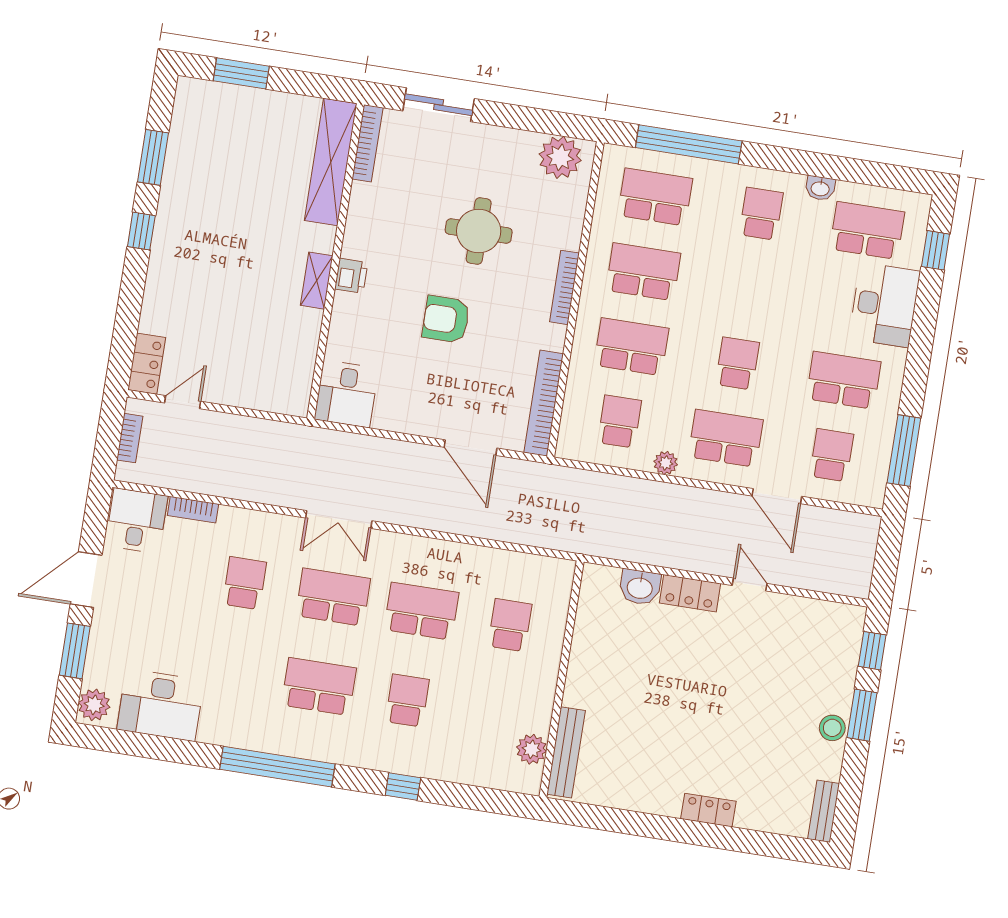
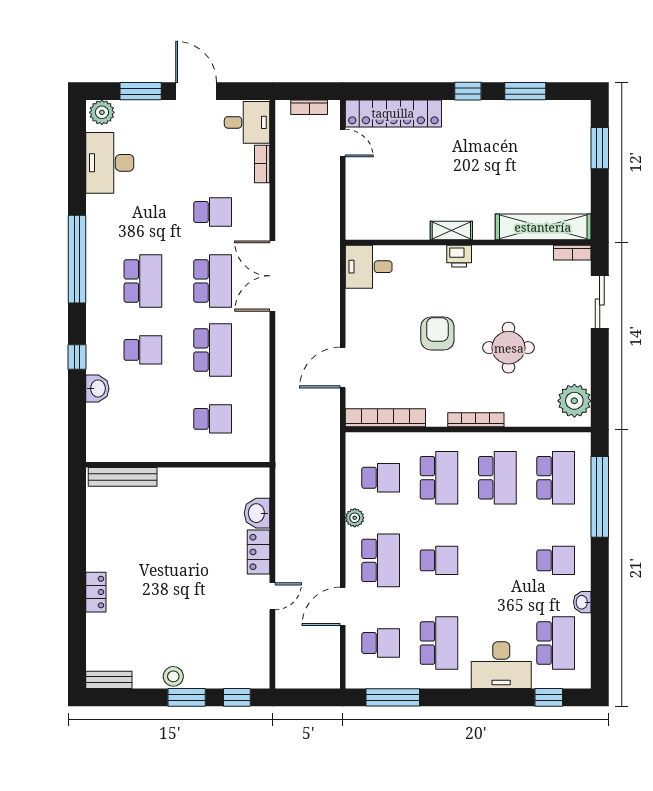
bookcase: (368, 143) -> (572, 253), width x0.64
locker: (147, 364) -> (393, 113), width x2.16, depth x1.21
double door: (339, 519) -> (272, 276), width x1.37
plant: (532, 749) -> (121, 450), removed
washbasin: (448, 767) -> (97, 388), added

